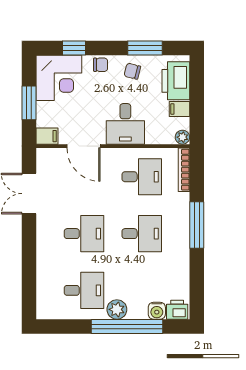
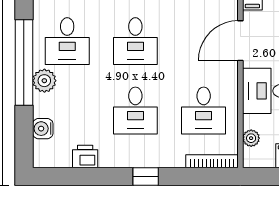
plant: (182, 137) -> (251, 138), moved
window: (197, 225) -> (146, 177), width x0.46
printer: (177, 310) -> (85, 157), moved, turned -90
window: (127, 326) -> (24, 62), moved

